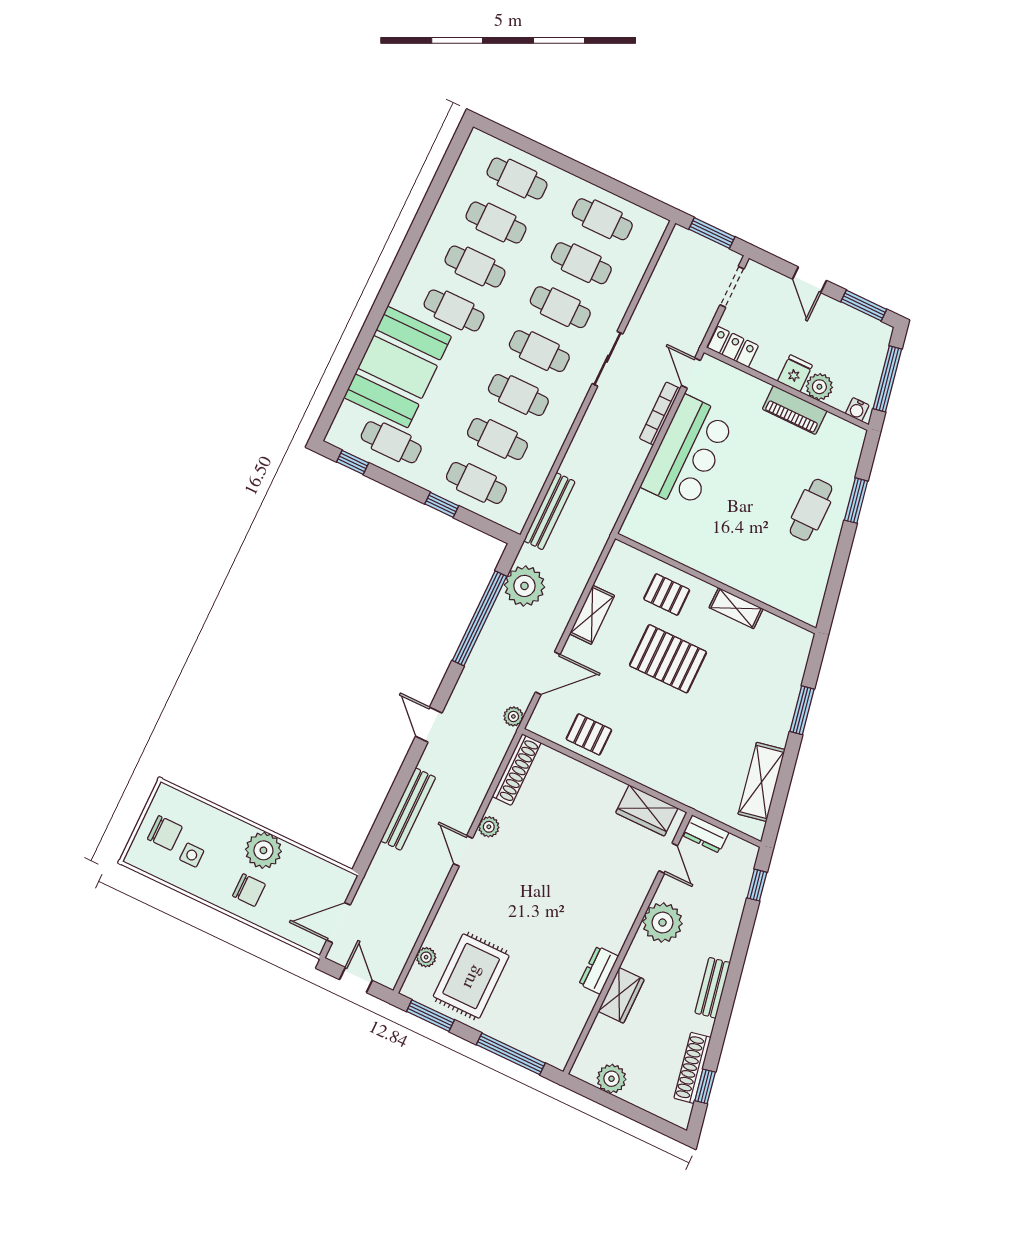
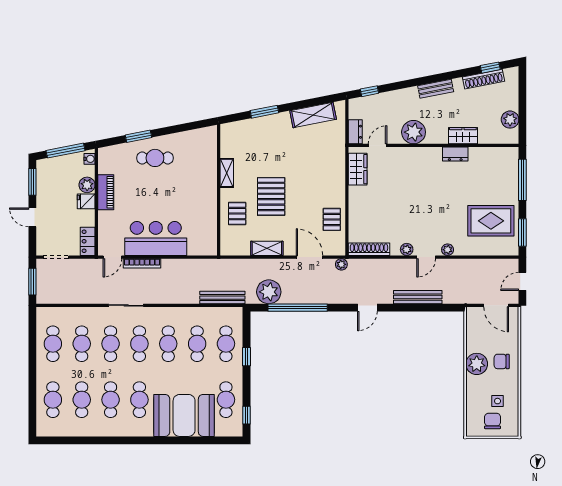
door: (810, 280) -> (32, 217), swing flipped
chair: (249, 890) -> (502, 361), turned -90
plant: (426, 957) -> (448, 250), moved

